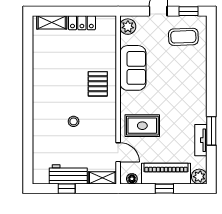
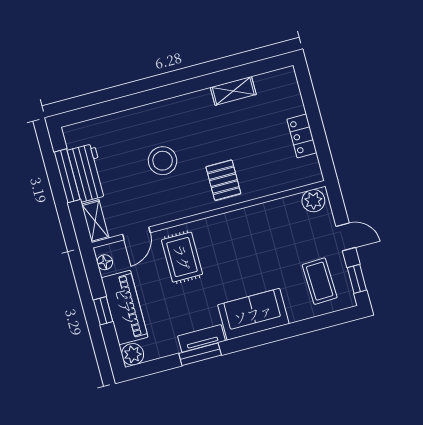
shelving: (52, 22) -> (233, 91), moved, turned 90
sofa: (133, 68) -> (253, 314), moved, turned 180
pallet: (98, 84) -> (223, 180), turned 90
stool: (74, 121) -> (163, 161), width x1.89, depth x1.89
tv unit: (201, 140) -> (201, 338), moved
window: (67, 189) -> (67, 176), width x2.17

